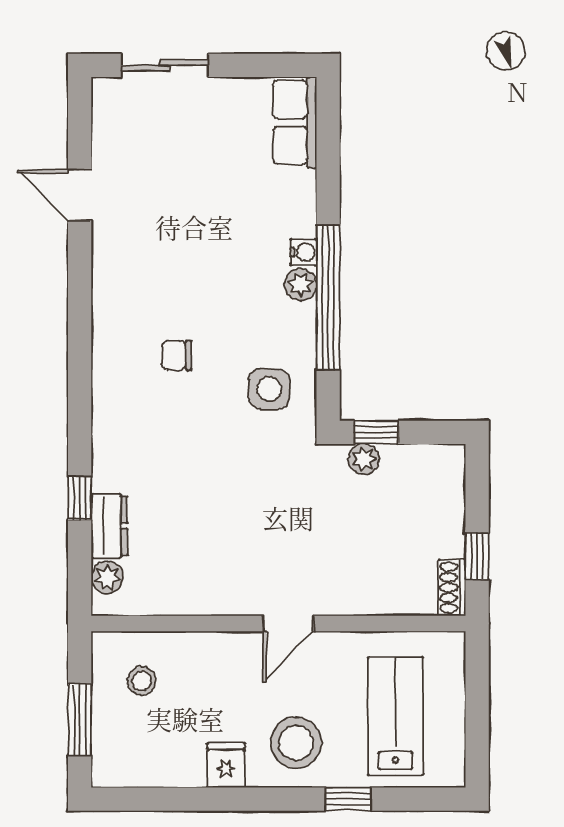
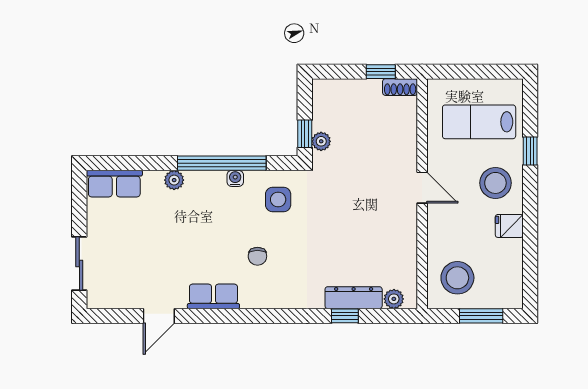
water cooler: (303, 252) -> (235, 178), moved
row of seats: (111, 284) -> (213, 296), added
plant: (301, 284) -> (174, 180), moved
dresser: (109, 526) -> (354, 298), width x1.44
stool: (142, 681) -> (457, 278), width x1.89, depth x1.89

